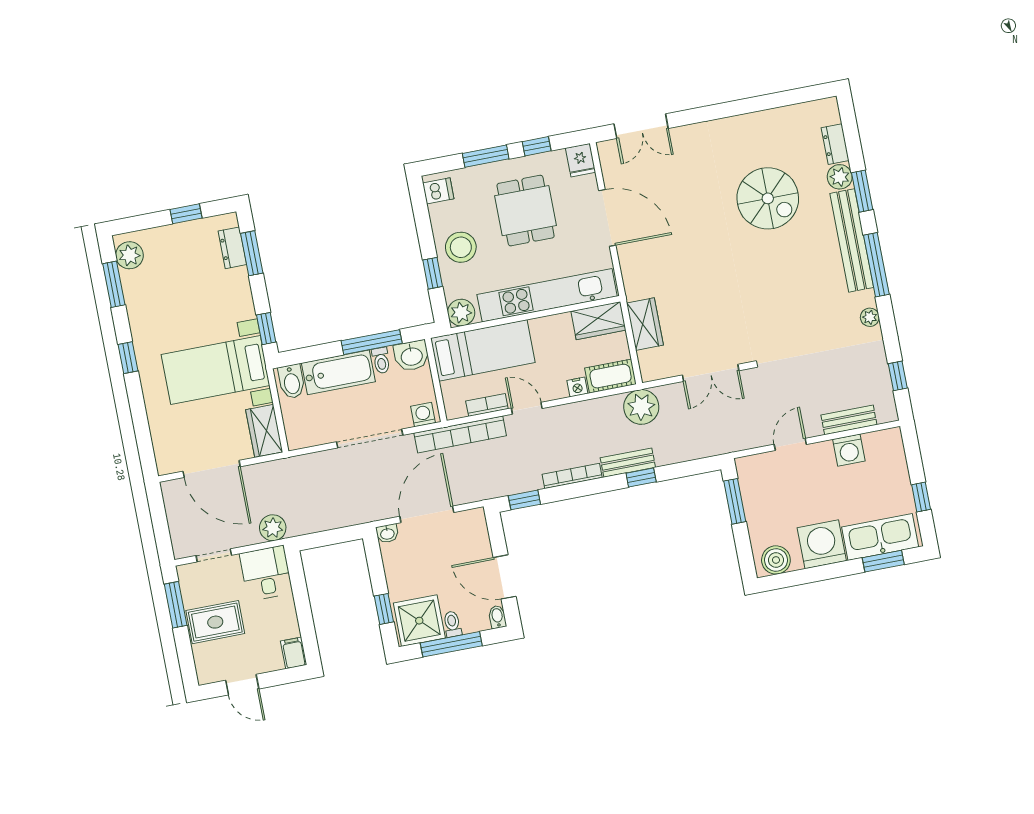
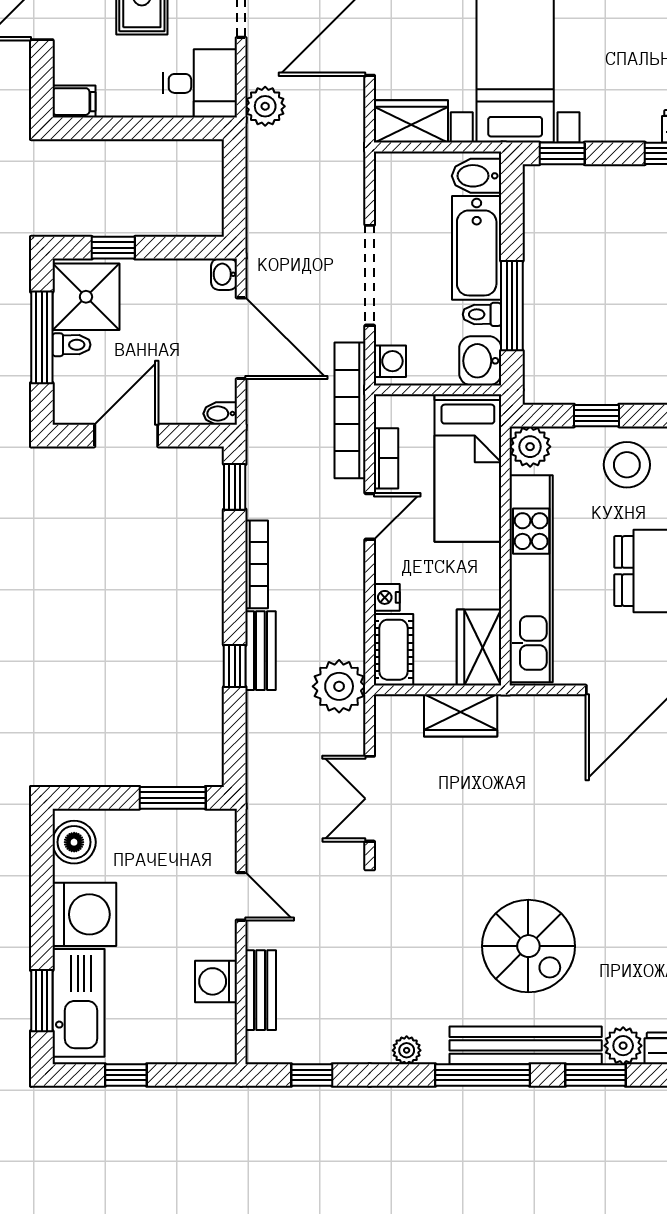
spiral stairs: (768, 198) -> (528, 946), moved, turned -90
bidet: (497, 617) -> (220, 414), moved, turned 180

